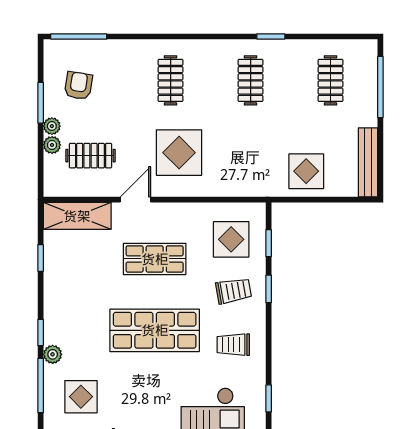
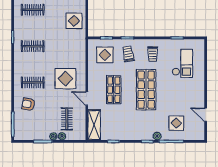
armchair: (78, 86) -> (28, 104), moved

